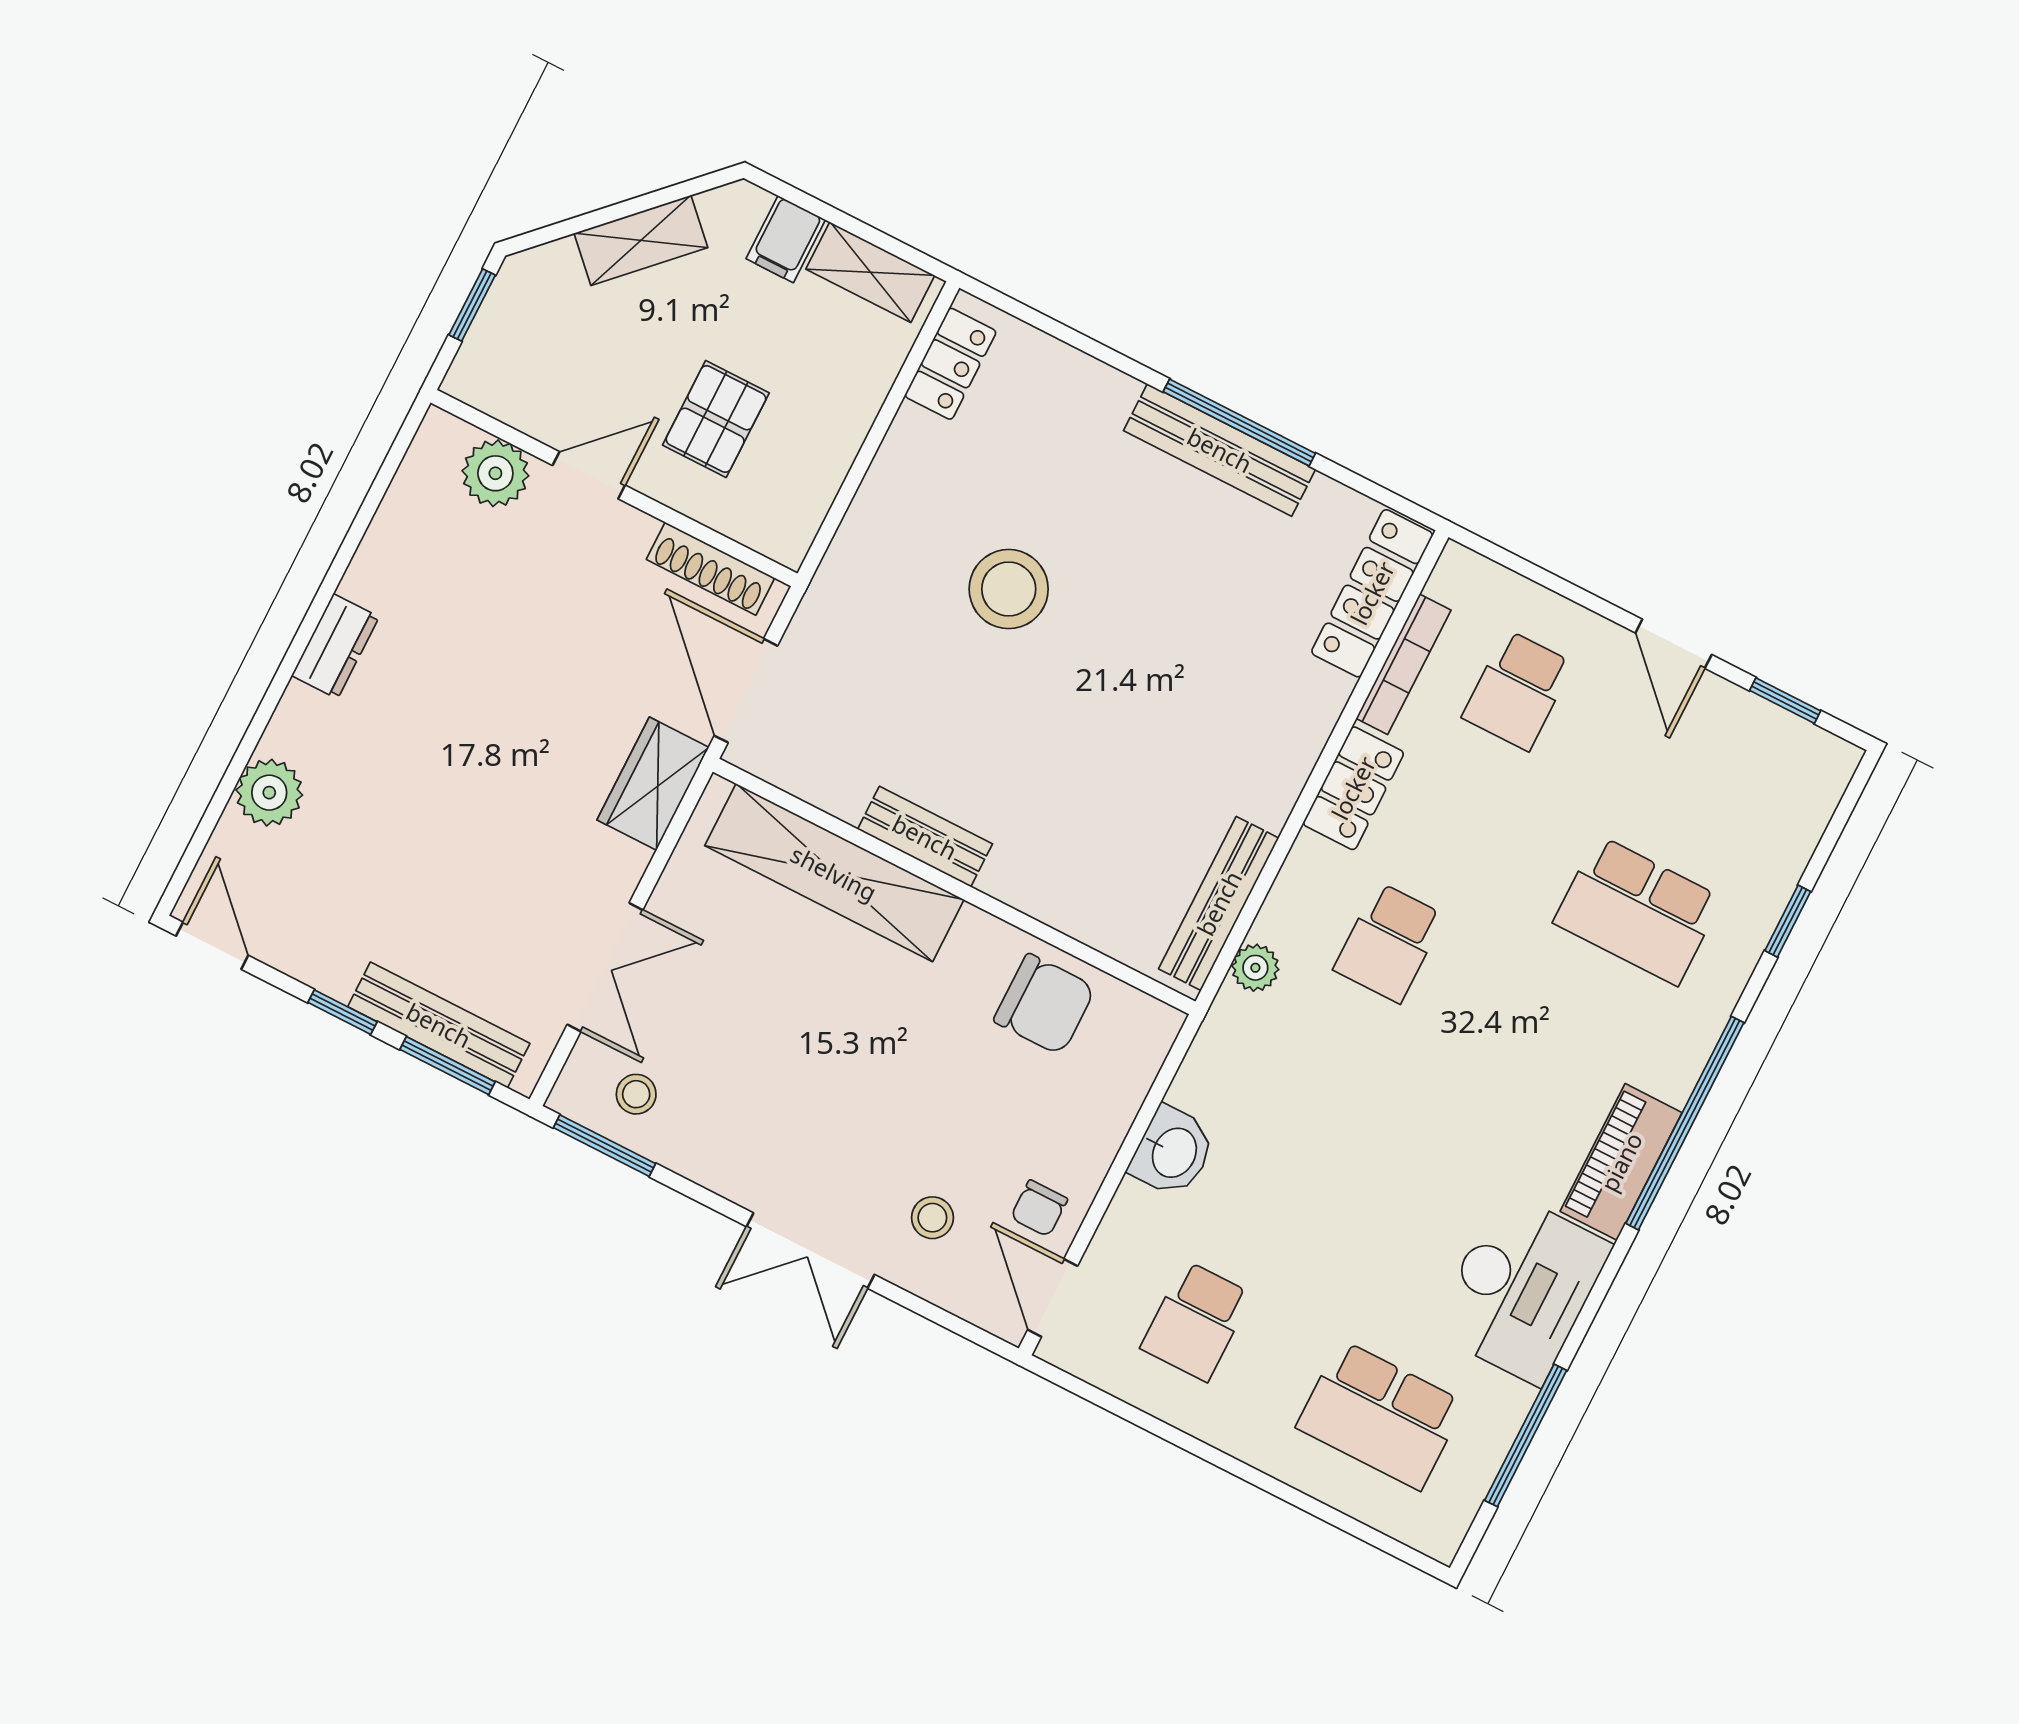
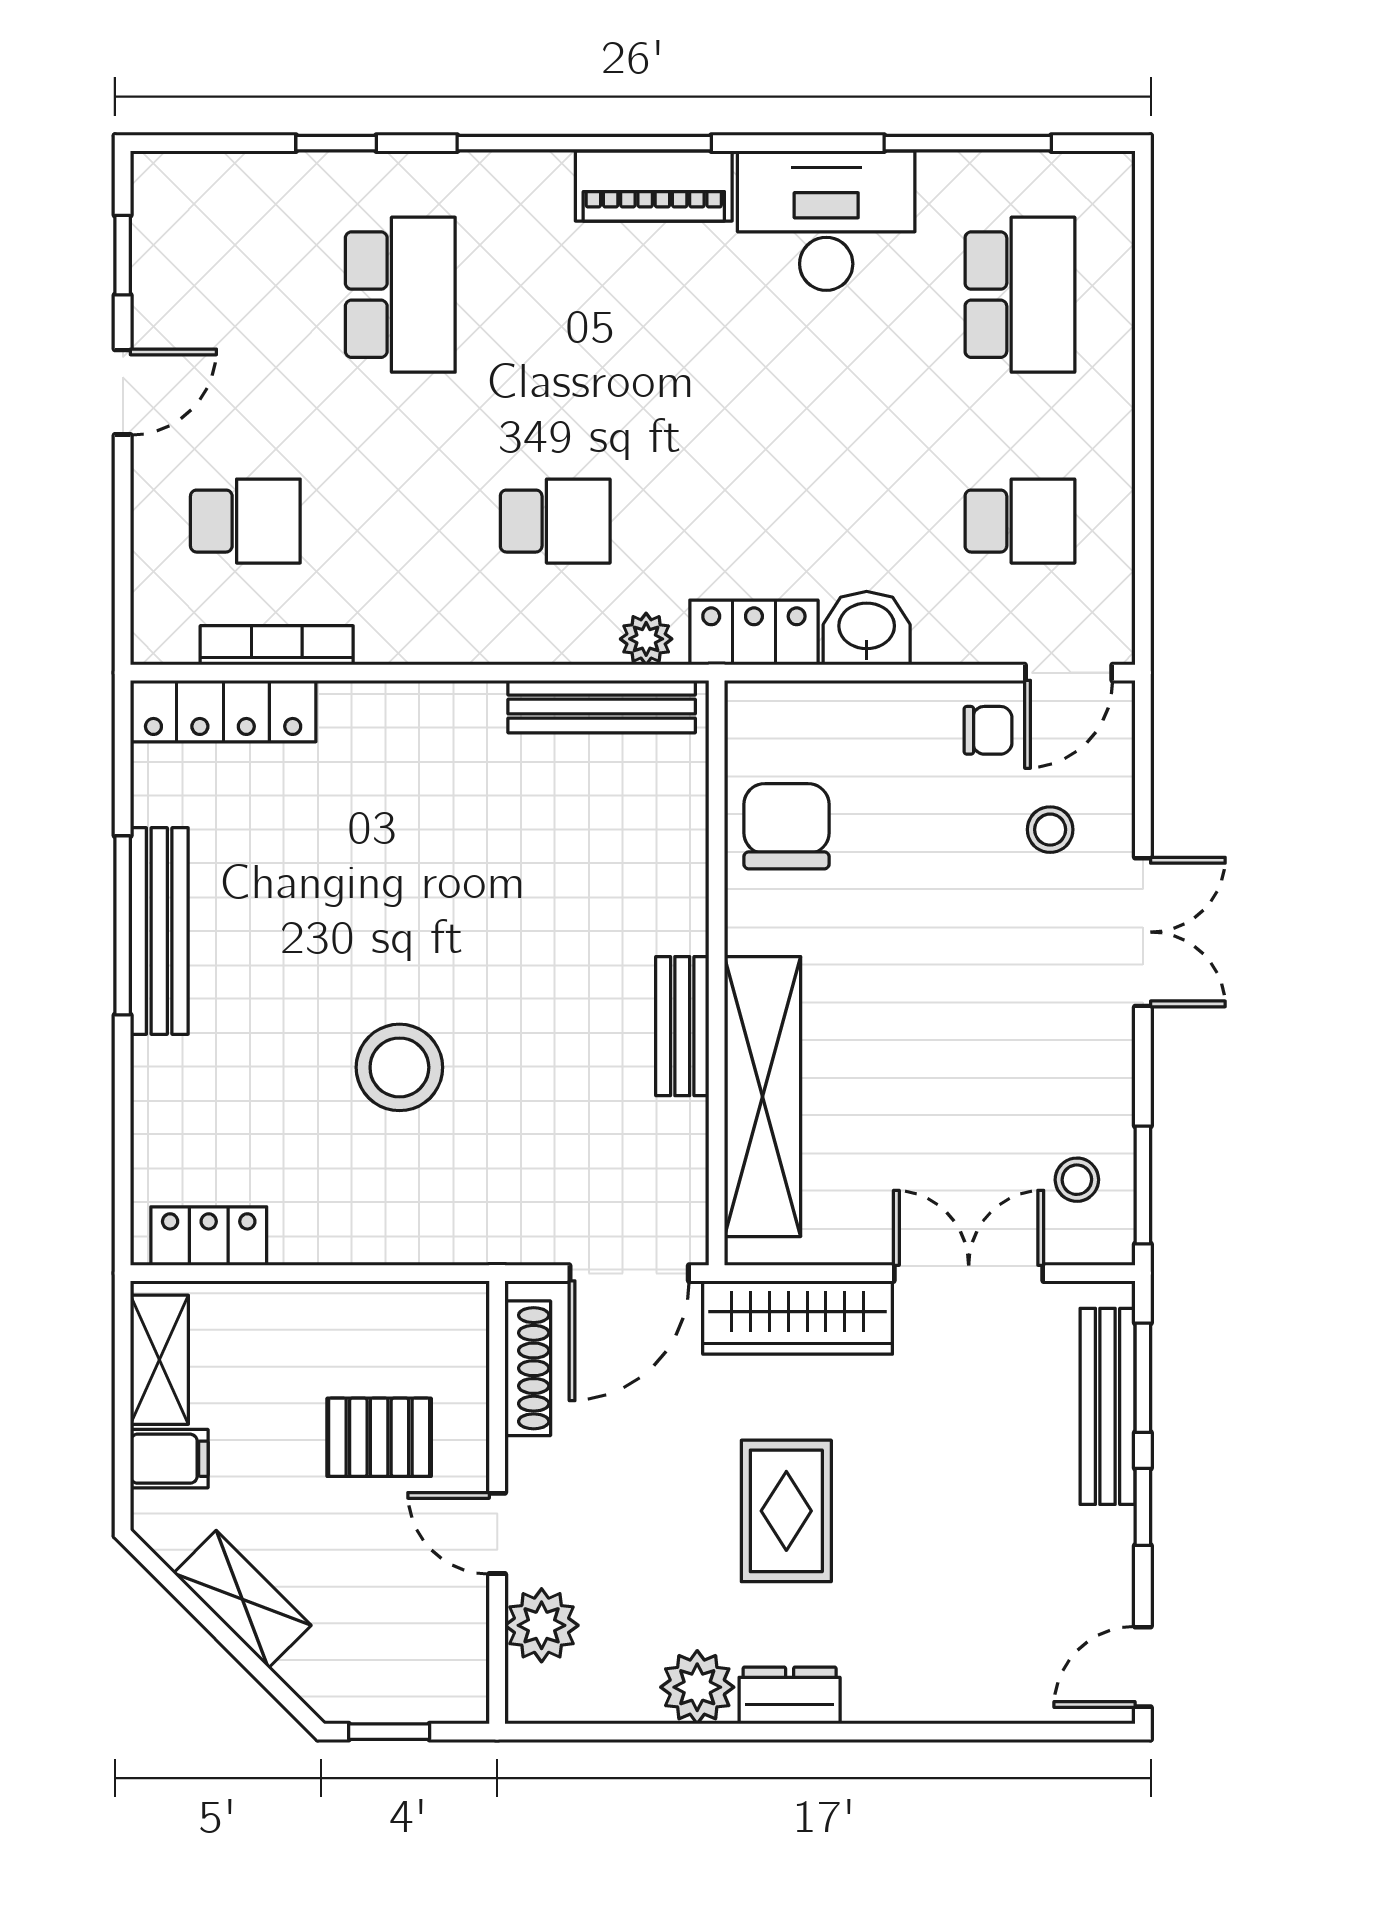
rug: (487, 720) -> (786, 1511), added
wardrobe: (653, 784) -> (798, 1318), width x1.50
locker: (1353, 788) -> (754, 632), moved
plant: (269, 793) -> (697, 1687), moved

